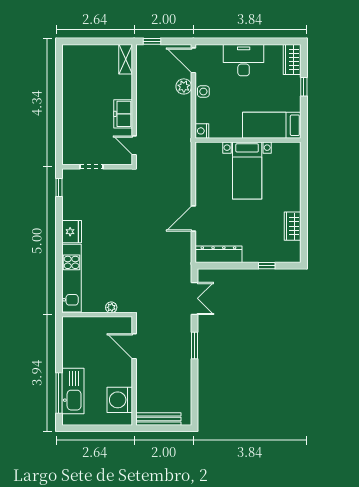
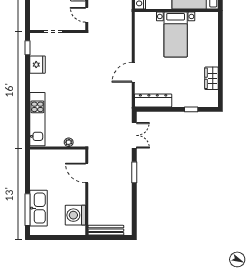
fridge: (72, 232) -> (37, 65), moved

